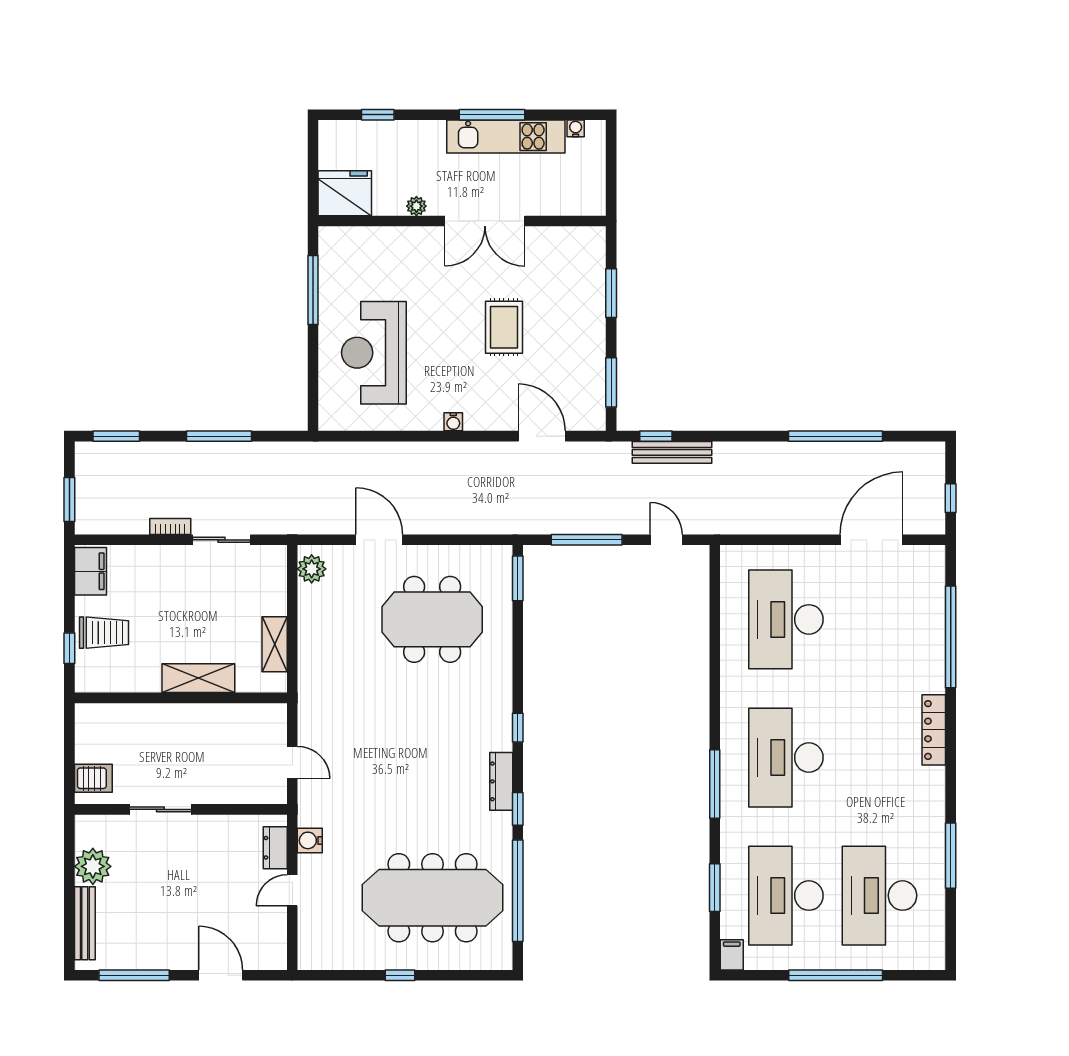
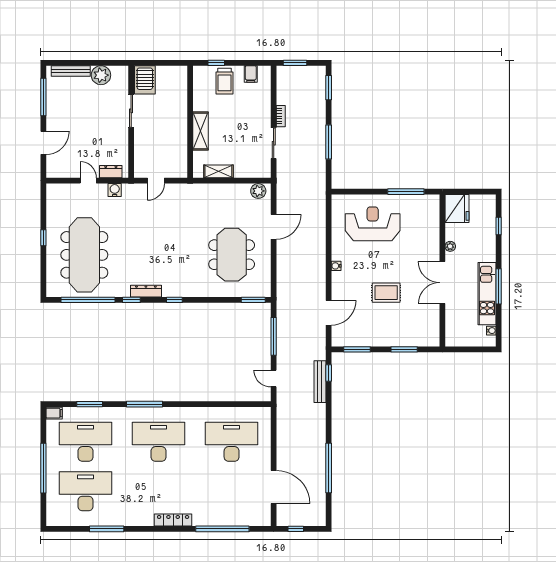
door: (666, 540) -> (274, 379), swing flipped
filing cabinet: (90, 571) -> (251, 74), width x0.50
server rack: (93, 778) -> (145, 80), width x1.36, depth x1.44

